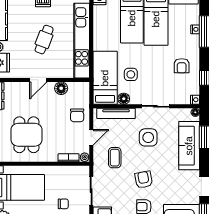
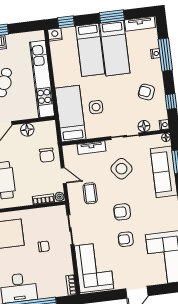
armchair: (182, 66) -> (146, 92), turned 112
floor lamp: (124, 99) -> (144, 126), moved
tv unit: (116, 113) -> (92, 148), width x0.71
door: (91, 137) -> (64, 176), hinge flipped
side table: (148, 137) -> (121, 169), turned -38
armchair: (144, 180) -> (122, 212), turned -80

